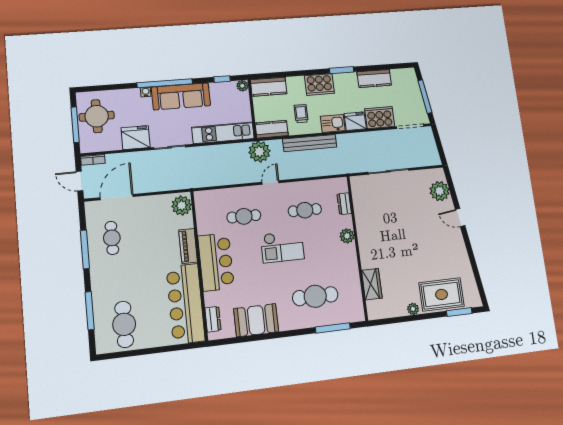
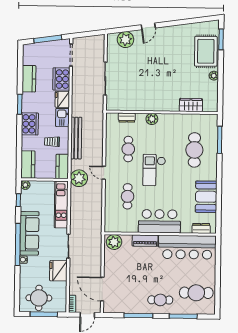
cafe table: (112, 238) -> (160, 300), moved
checkout: (282, 247) -> (154, 170), turned 180

